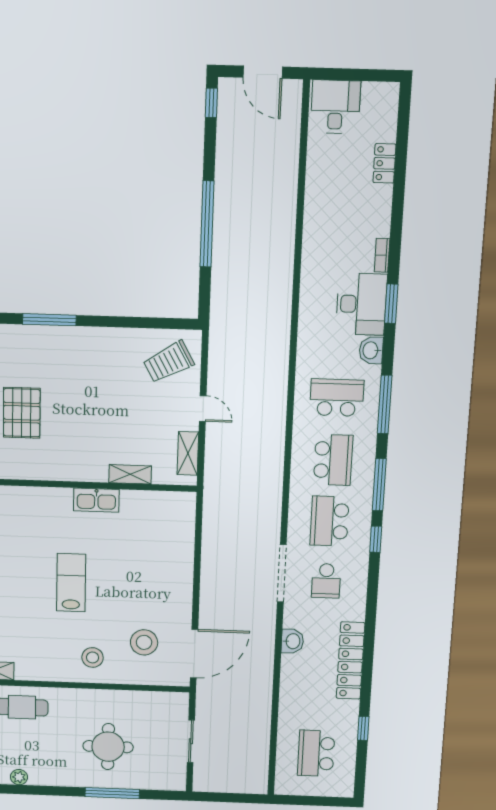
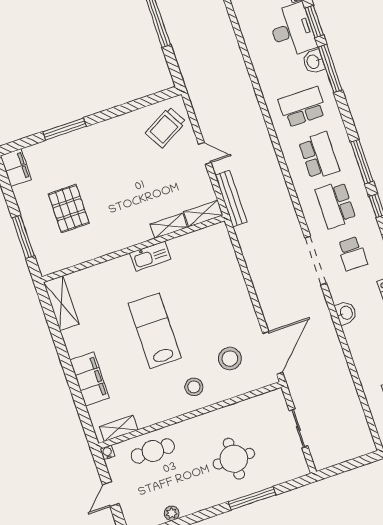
window: (385, 404) -> (330, 68), moved
shelving: (188, 453) -> (203, 213), moved, turned 90
bench: (213, 471) -> (231, 199), added
lab bench: (71, 583) -> (155, 331), width x1.36, depth x1.39

